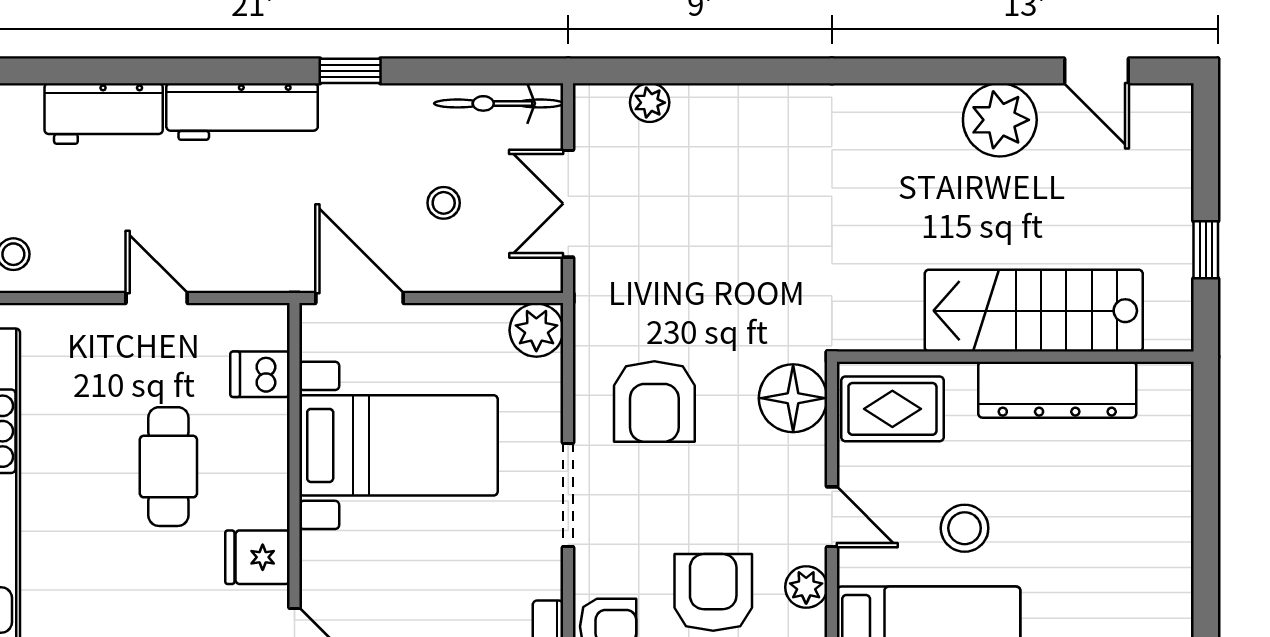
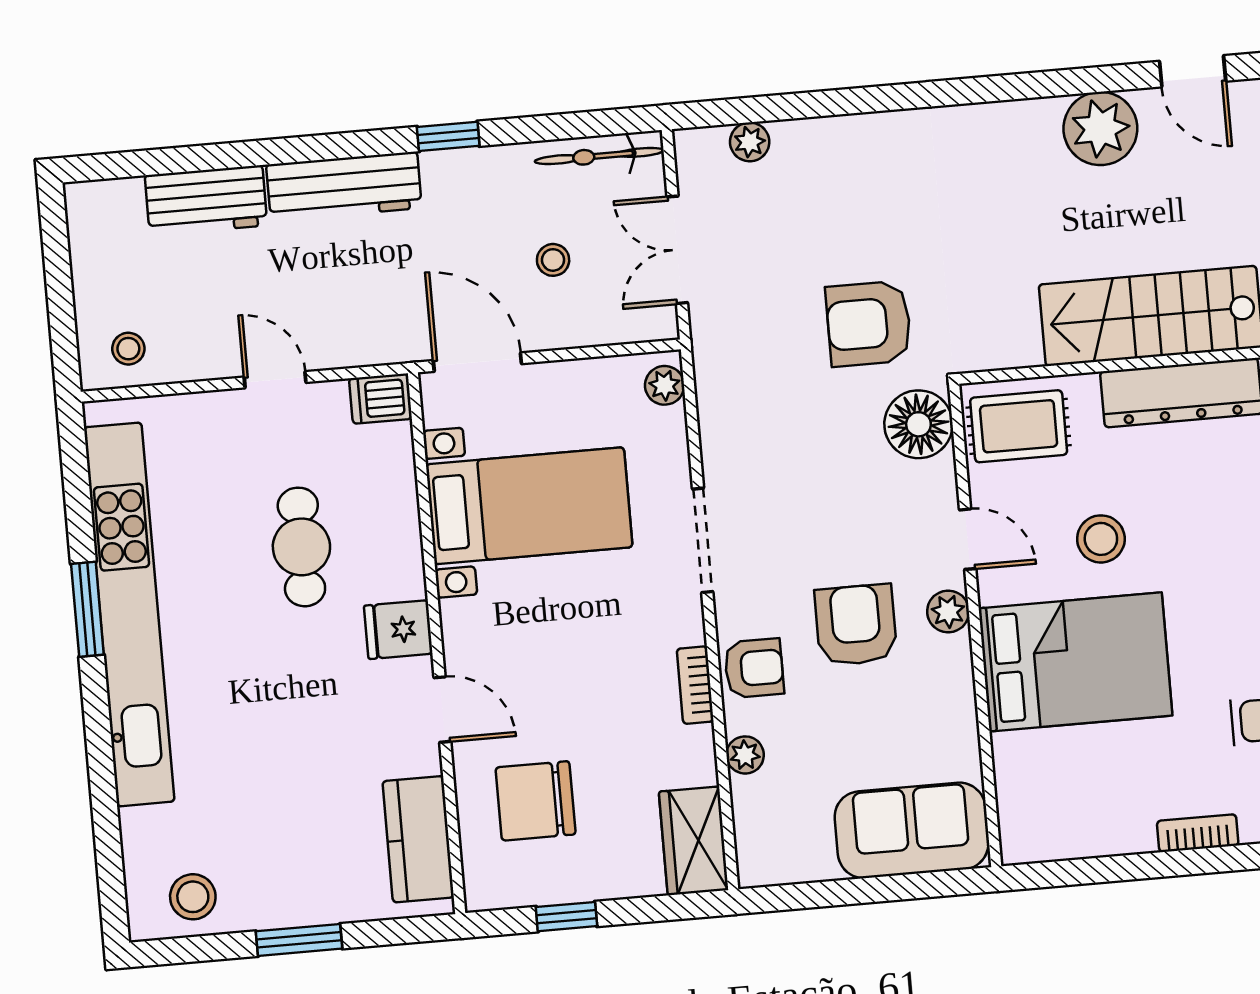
plant: (536, 330) -> (665, 385), width x0.73, depth x0.73
dishwasher: (260, 374) -> (381, 399), moved
armchair: (654, 402) -> (869, 324), moved, turned 90

